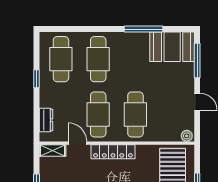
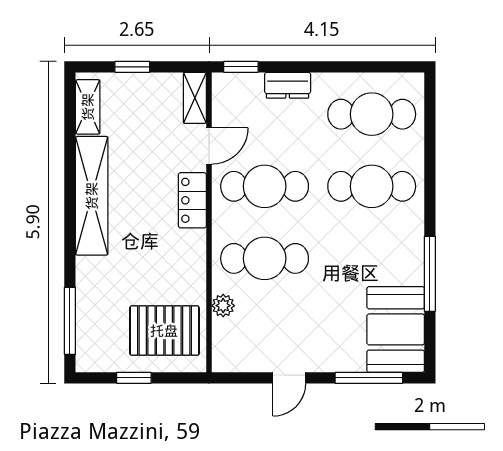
window: (37, 79) -> (241, 67), moved
dresser: (46, 120) -> (288, 85), moved
plant: (187, 136) -> (223, 306), moved
locker: (113, 152) -> (192, 200), width x0.66

